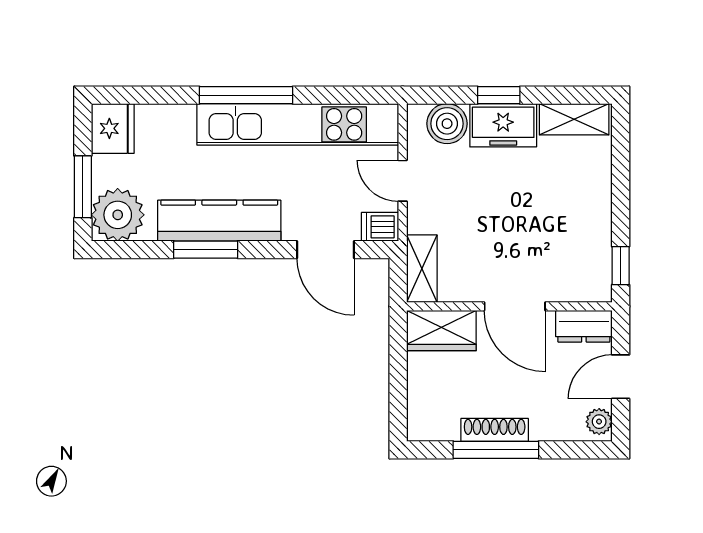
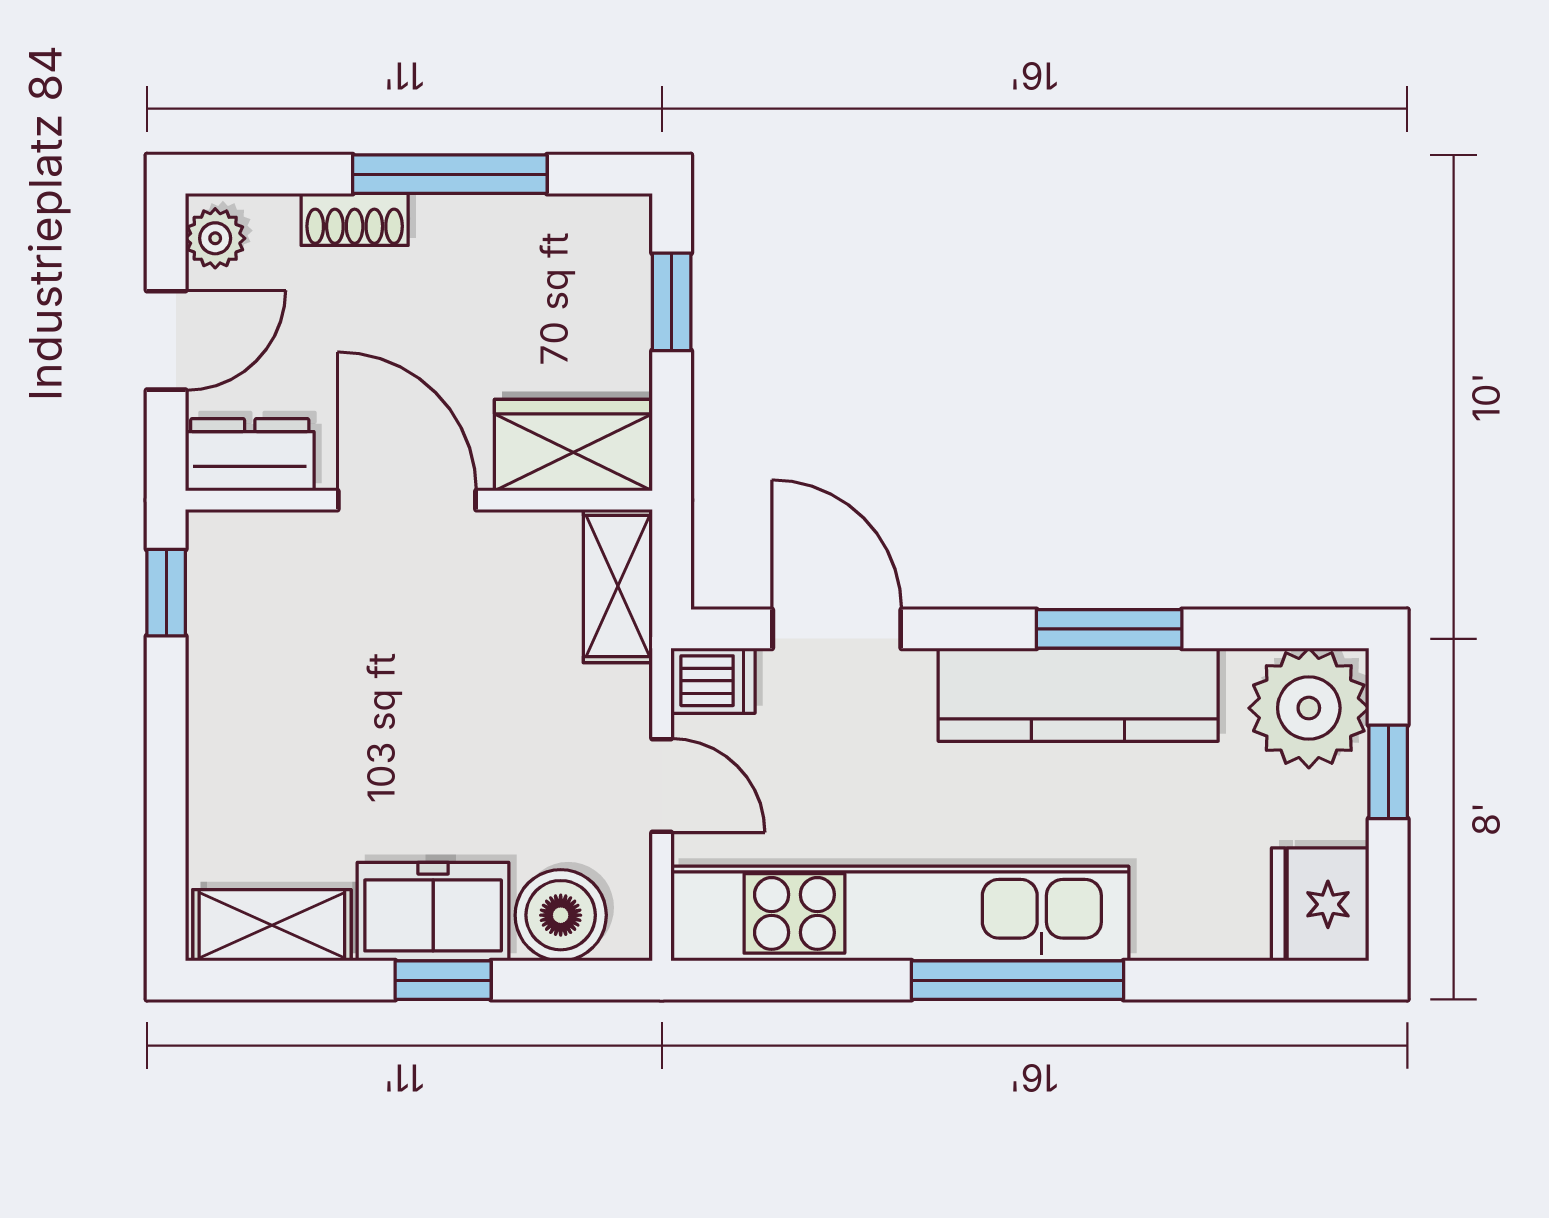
window: (83, 187) -> (1388, 772), width x0.67
window: (398, 394) -> (672, 302), added
shoe rack: (495, 430) -> (355, 219), moved, width x0.70

